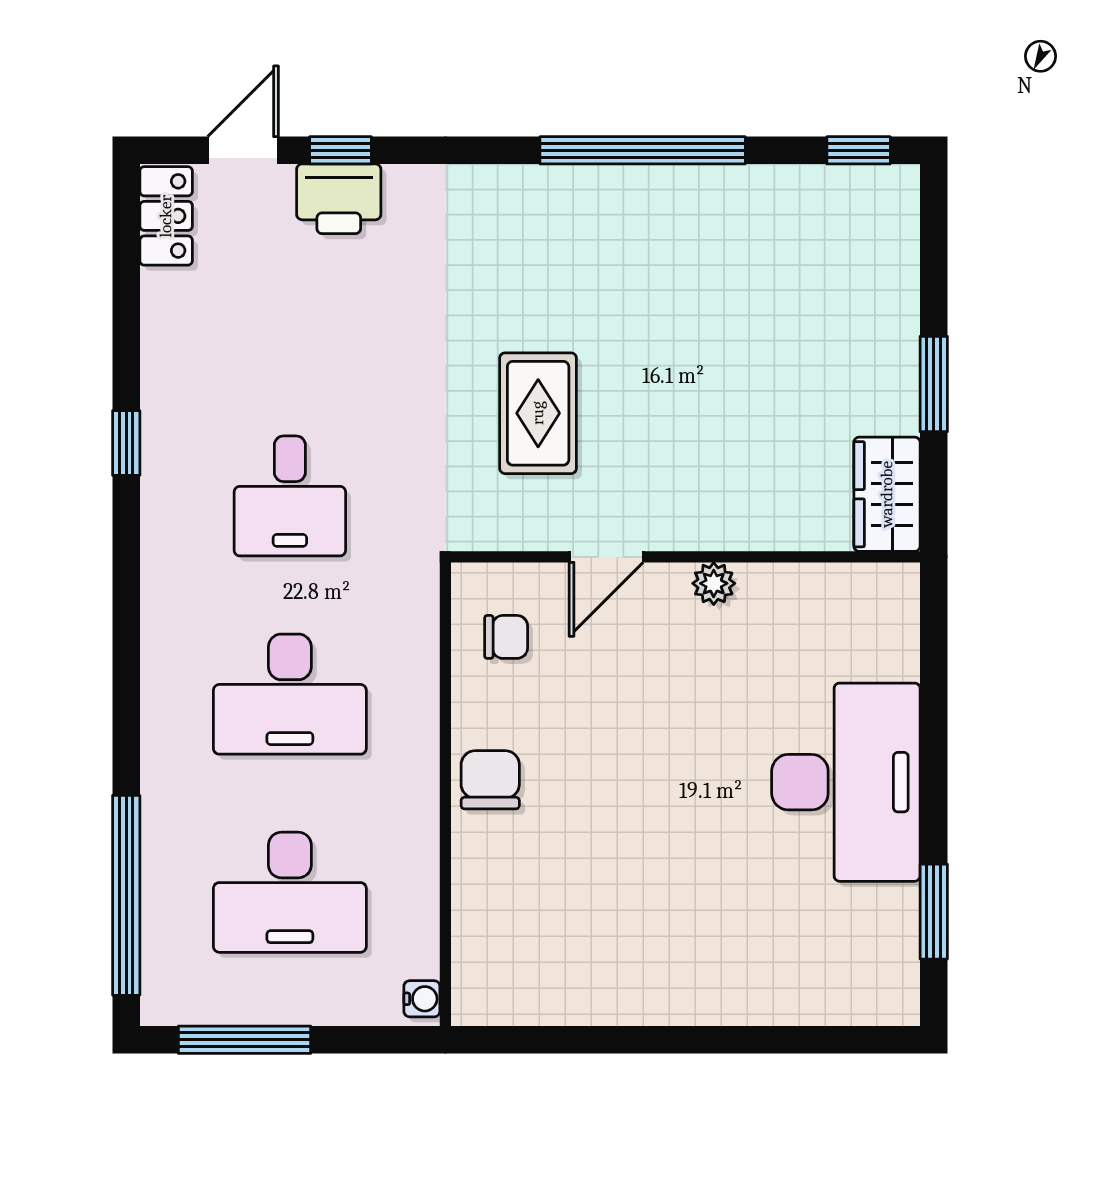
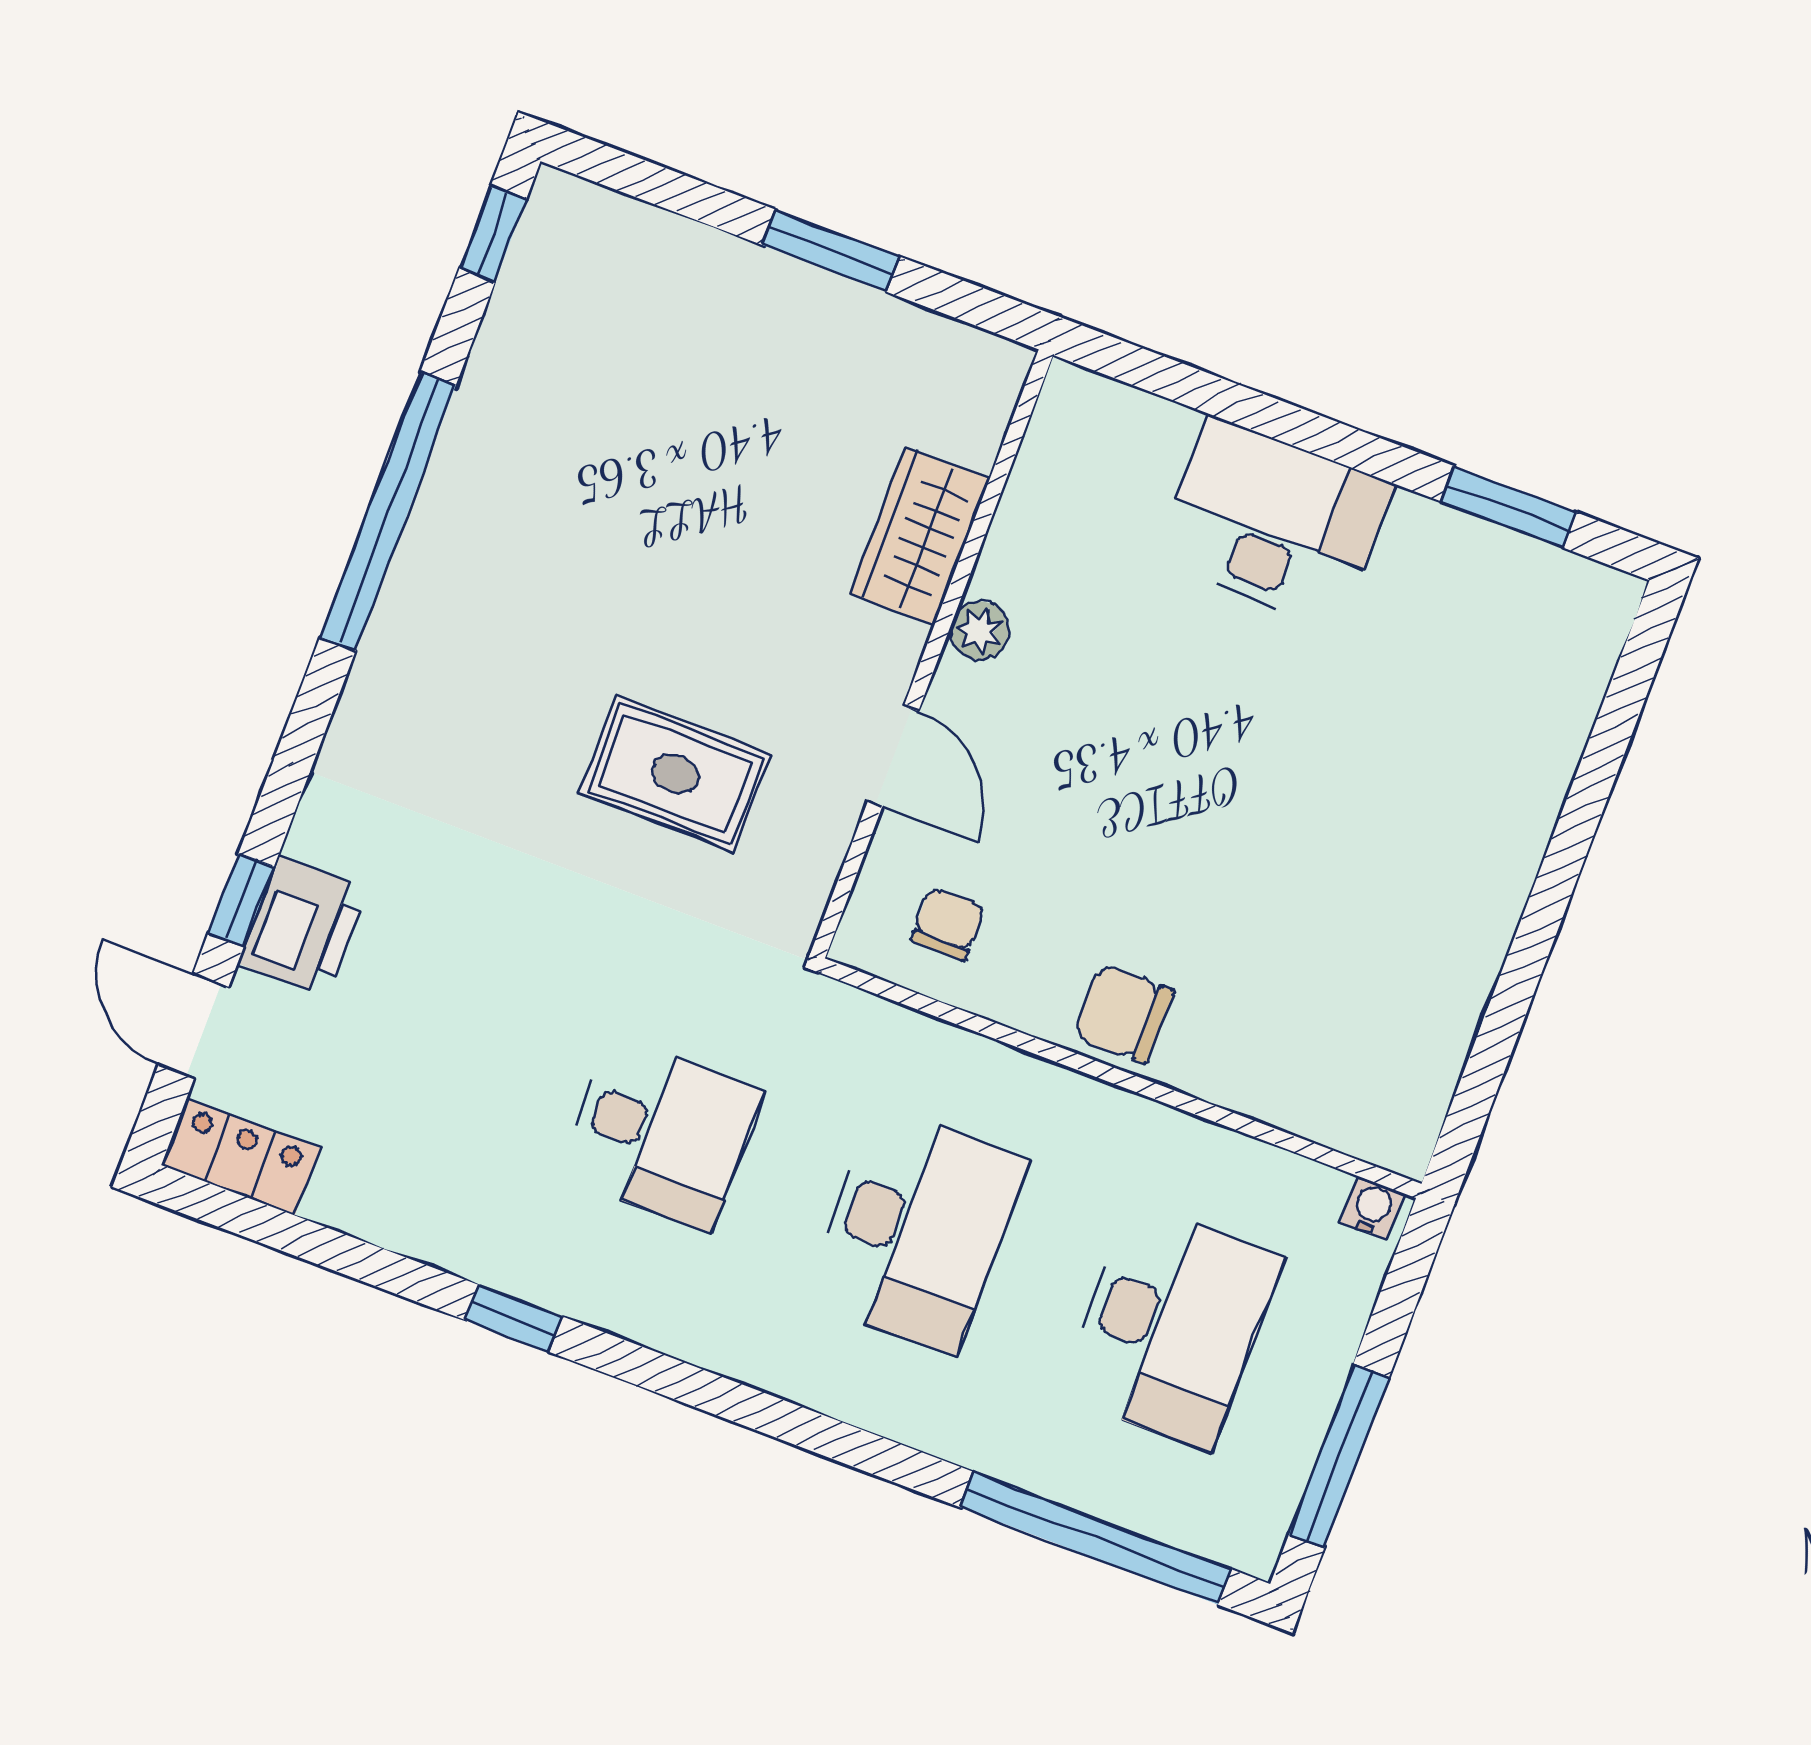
wardrobe: (887, 494) -> (920, 536), moved, turned 90
desk: (846, 782) -> (1274, 522), width x0.73, depth x0.77

